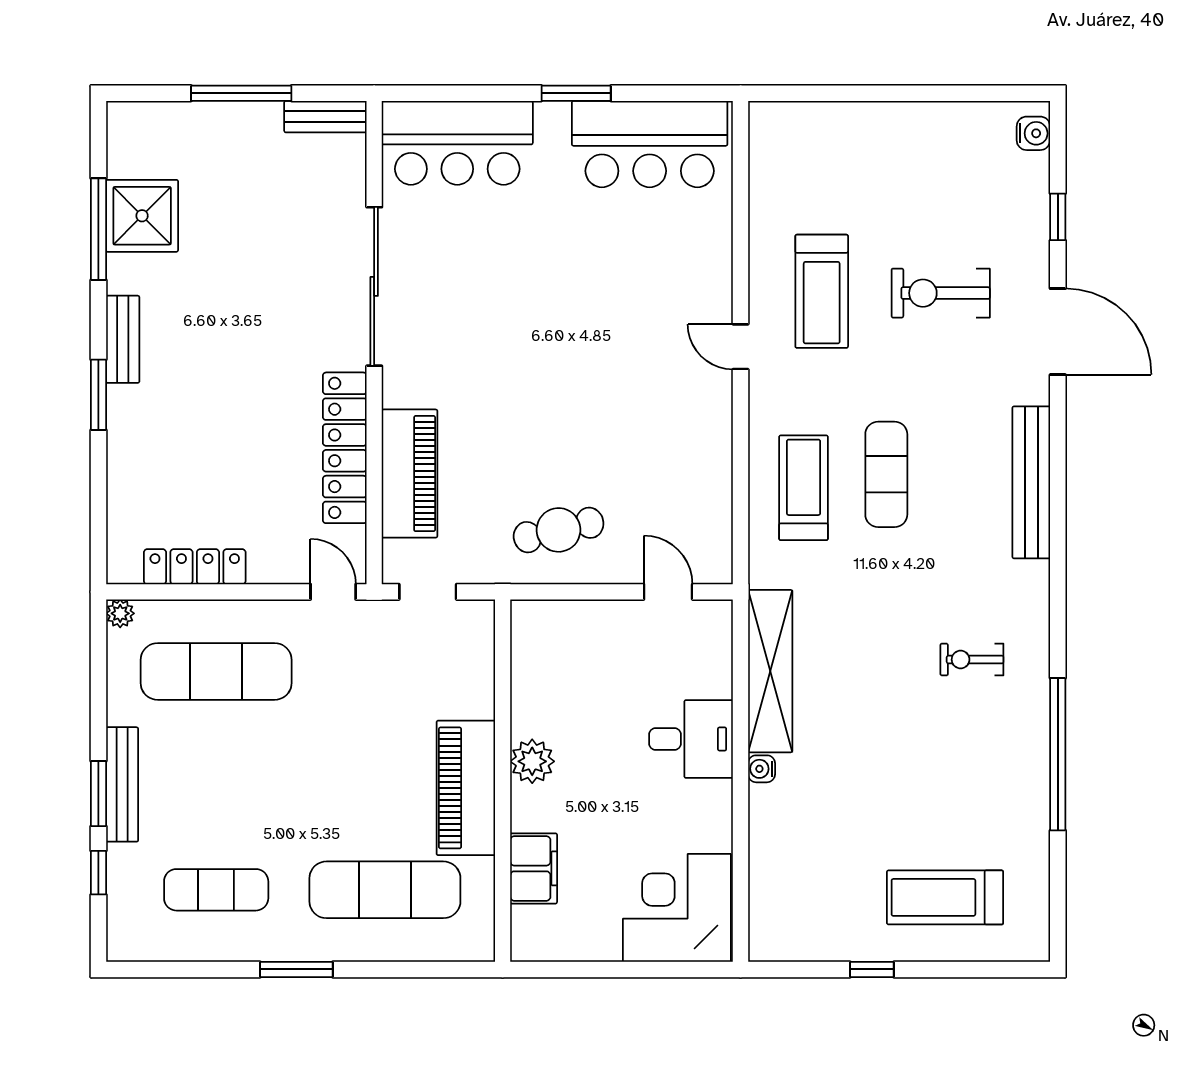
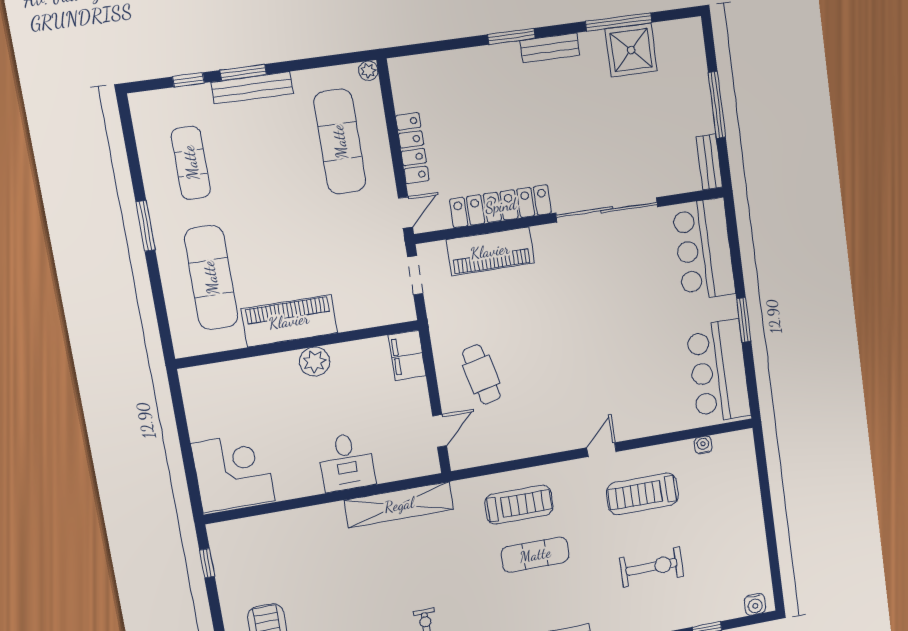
exercise bike: (941, 293) -> (652, 567), turned 90
cafe table: (559, 530) -> (481, 374), moved
locker: (195, 567) -> (412, 148), moved
water cooler: (762, 769) -> (703, 445), moved
filing cabinet: (534, 868) -> (407, 355), moved, turned 90
window: (872, 969) -> (207, 563), moved

